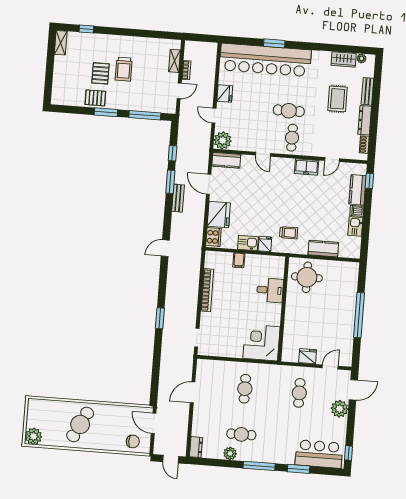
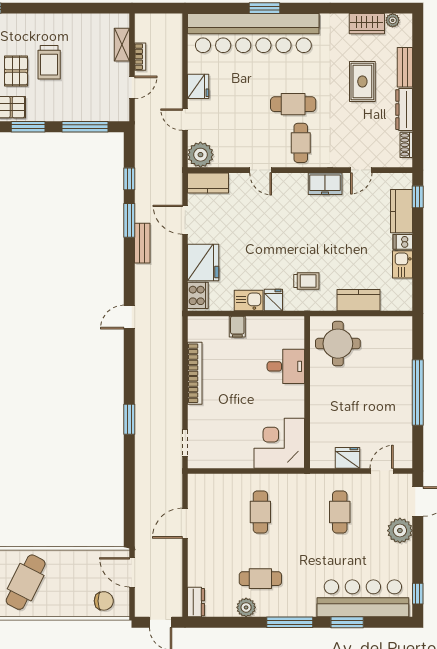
bar counter: (319, 454) -> (363, 598), width x1.36

